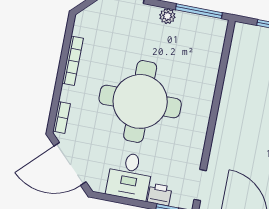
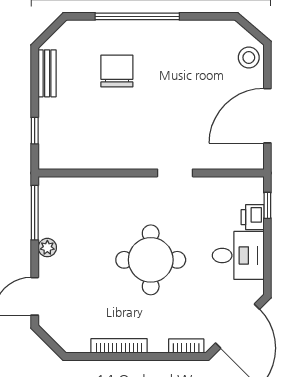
round table: (140, 101) -> (151, 260), width x0.73, depth x0.73
doorway: (200, 185) -> (175, 173), moved

